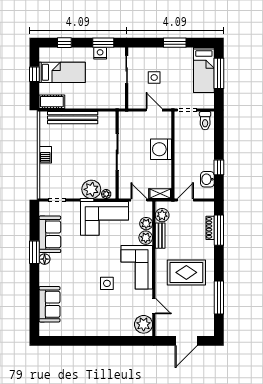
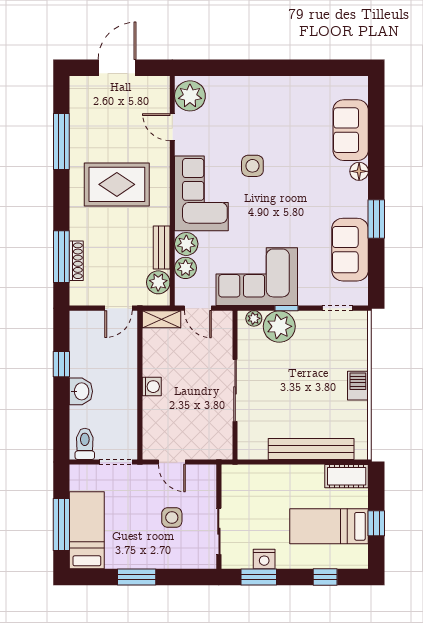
washing machine: (161, 149) -> (152, 387), width x0.53, depth x0.53
washbasin: (207, 179) -> (81, 391), moved
floor lamp: (45, 259) -> (359, 171), moved

